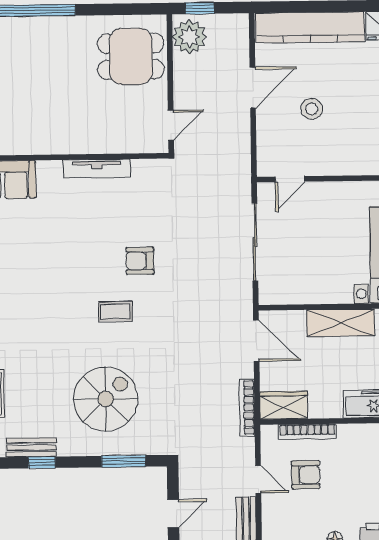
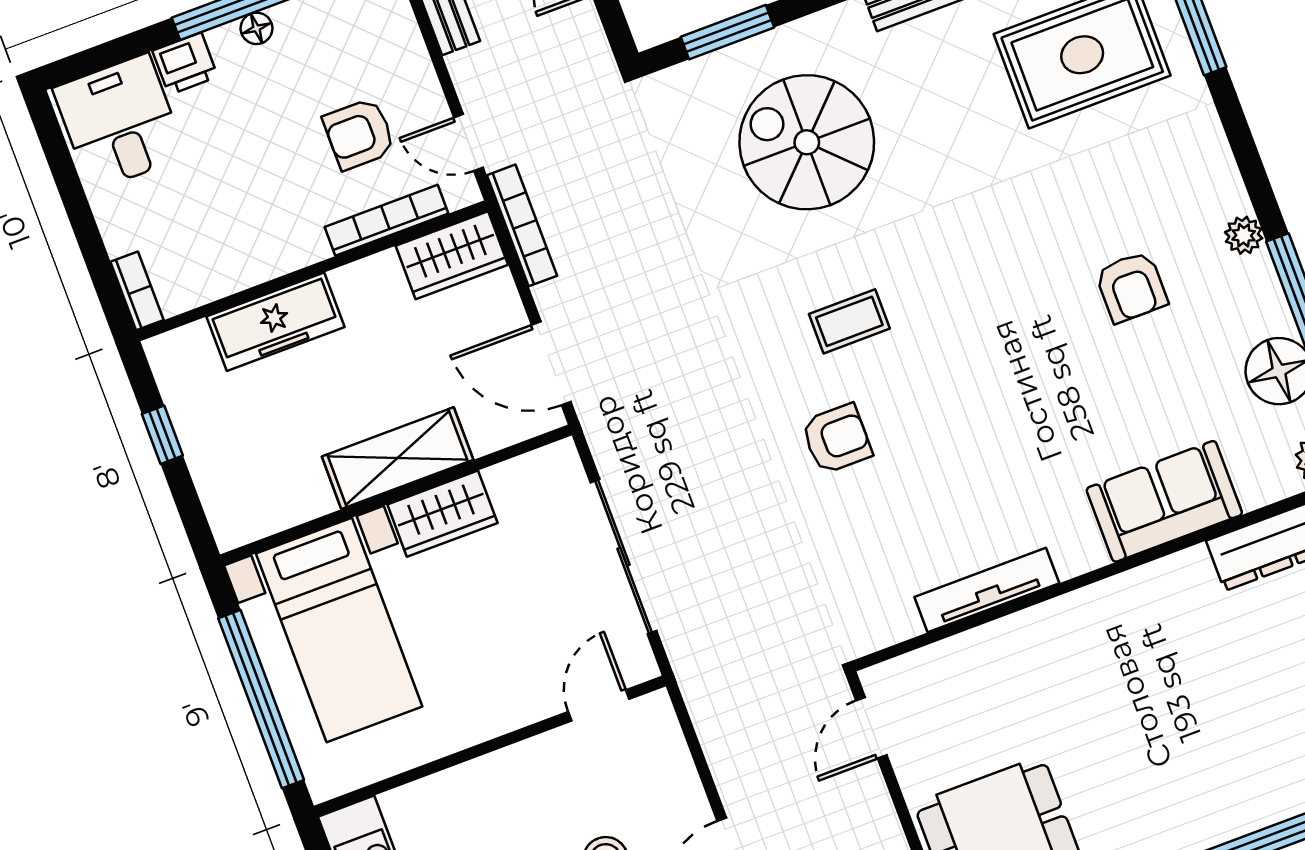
wardrobe: (329, 291) -> (442, 514), added
spiral stairs: (106, 399) -> (807, 142), turned 90
door: (258, 479) -> (469, 143), moved

